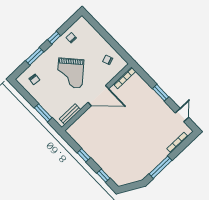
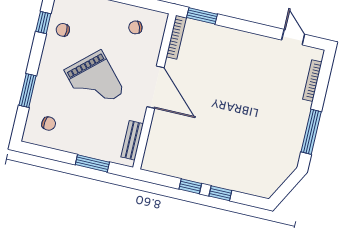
window: (54, 38) -> (43, 23), moved
window: (161, 93) -> (202, 16), moved
door: (98, 96) -> (155, 87), hinge flipped
window: (103, 176) -> (220, 193), moved

